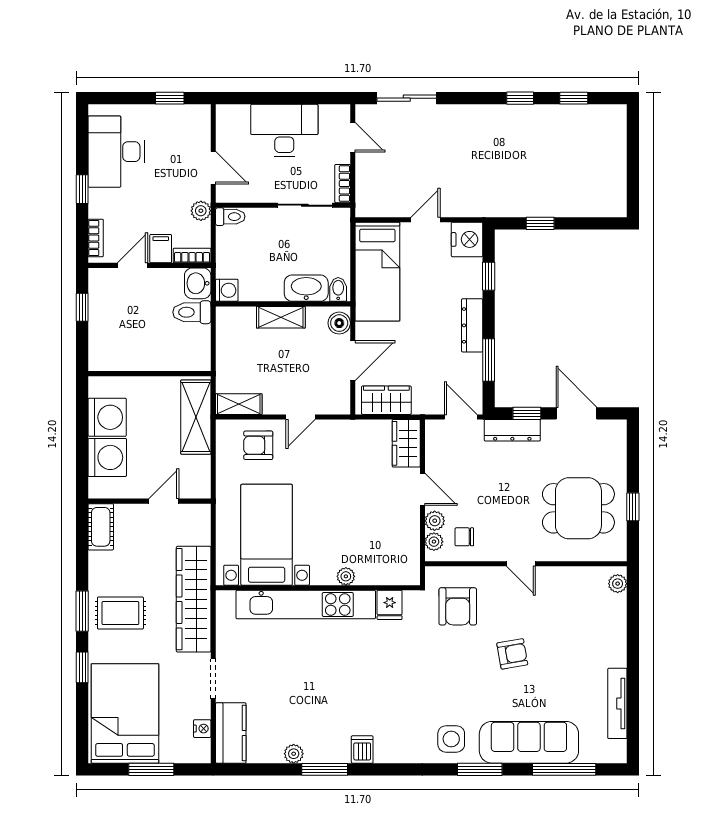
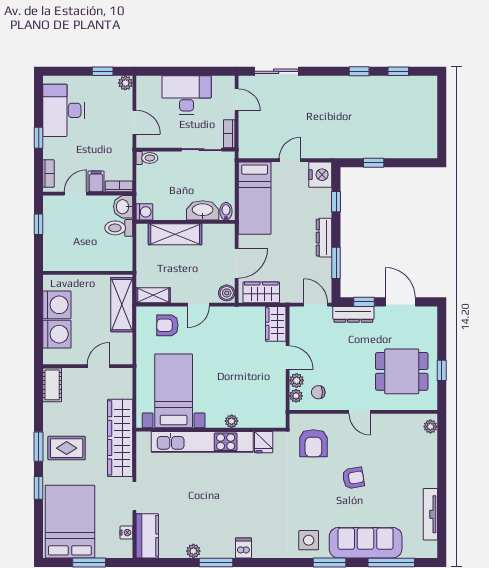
plant: (201, 211) -> (125, 83), moved
shelving: (281, 317) -> (175, 234), width x1.50, depth x1.33
boiler: (339, 323) -> (227, 293), moved

